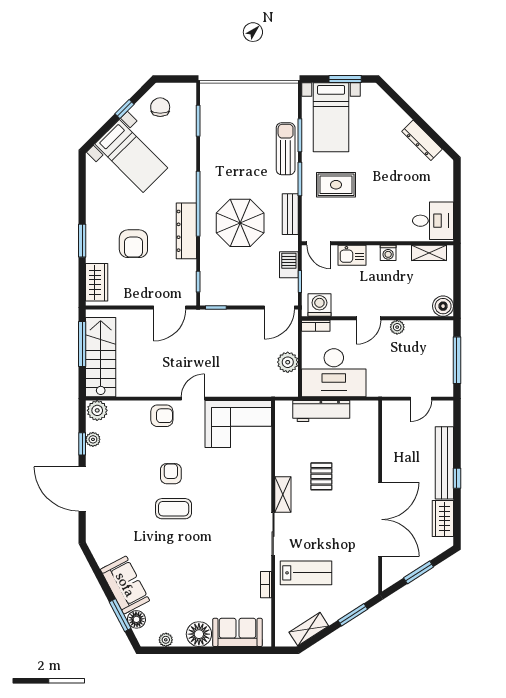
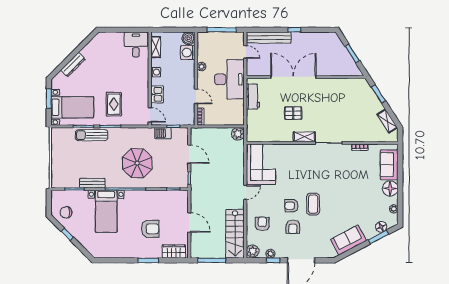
dresser: (422, 140) -> (73, 65), moved
bed with nightstands: (131, 156) -> (106, 211), moved, turned 135
bench: (290, 214) -> (92, 183), moved
dresser: (186, 231) -> (142, 196), removed
door: (319, 243) -> (150, 115), hinge flipped
washing machine: (319, 305) -> (188, 53), moved
door: (170, 308) -> (189, 222), moved
door: (279, 308) -> (189, 154), moved
door: (369, 318) -> (196, 96), moved
stairs: (101, 357) -> (235, 234), moved, turned -90
plant: (288, 362) -> (238, 134), moved
desk: (334, 373) -> (229, 79), moved
door: (193, 399) -> (245, 192), swing flipped
workbench: (321, 411) -> (253, 97), moved, width x0.73
armchair: (162, 416) -> (262, 224), moved
bench: (444, 463) -> (269, 38), moved
armchair: (136, 476) -> (293, 227), added
double door: (380, 519) -> (293, 77), moved
wardrobe: (443, 519) -> (319, 38), removed
lab bench: (306, 573) -> (353, 123), removed
sofa: (125, 585) -> (349, 240), moved

